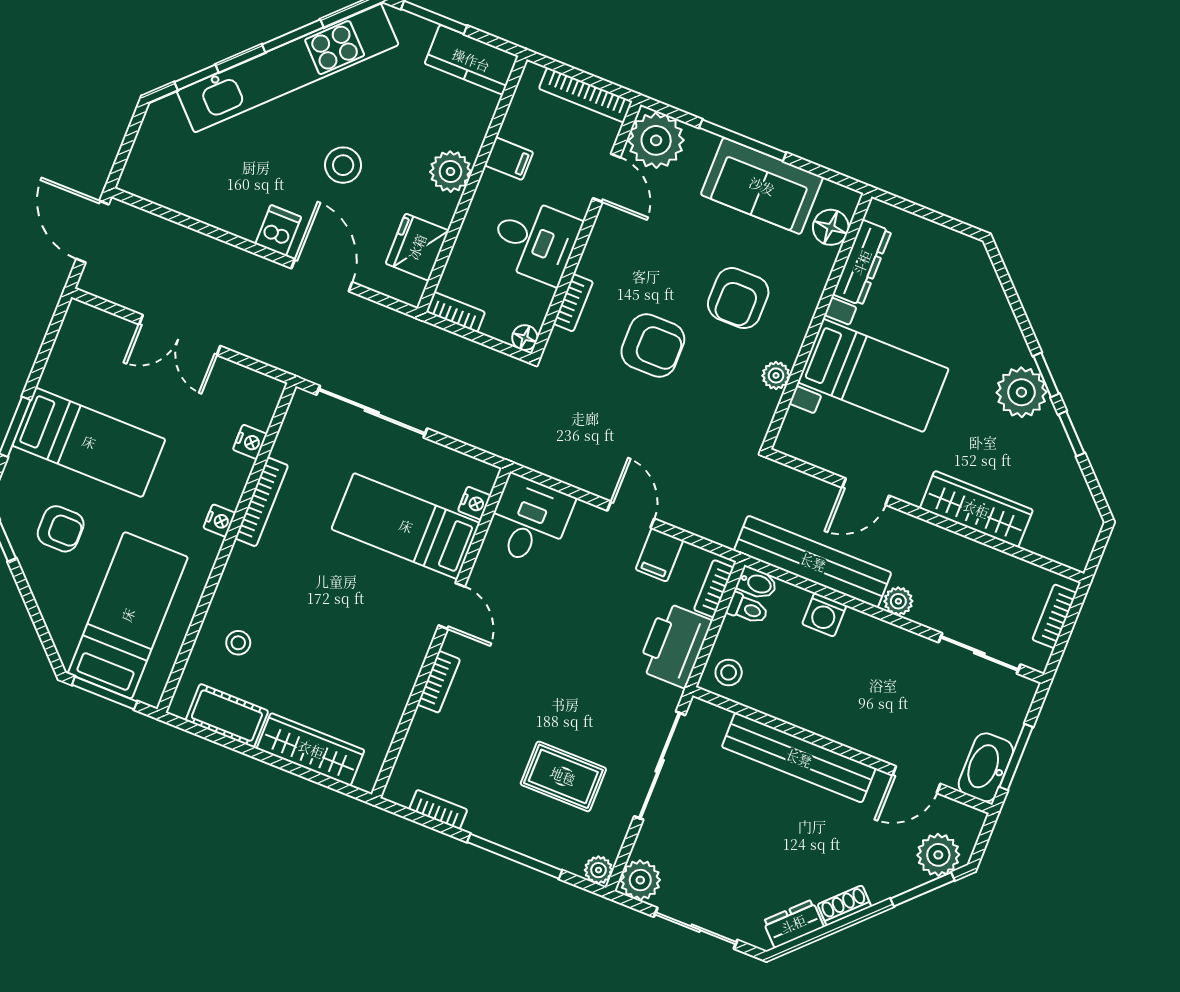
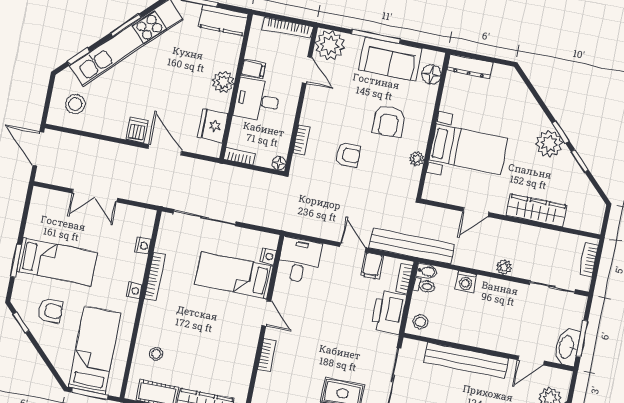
stool: (343, 165) -> (75, 104), moved
desk: (535, 241) -> (257, 100), moved, turned 180
dresser: (862, 263) -> (470, 67), moved, turned 90
armchair: (653, 346) -> (348, 155), width x0.72, depth x0.72
bench: (813, 562) -> (412, 246), moved

